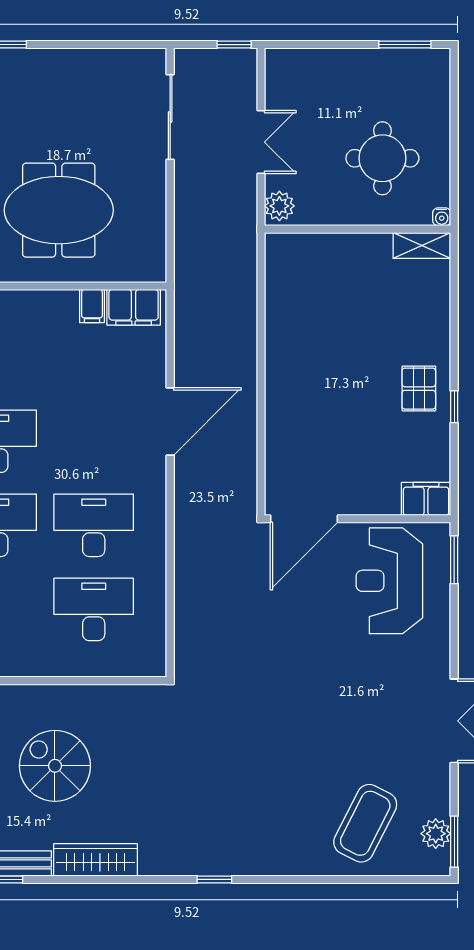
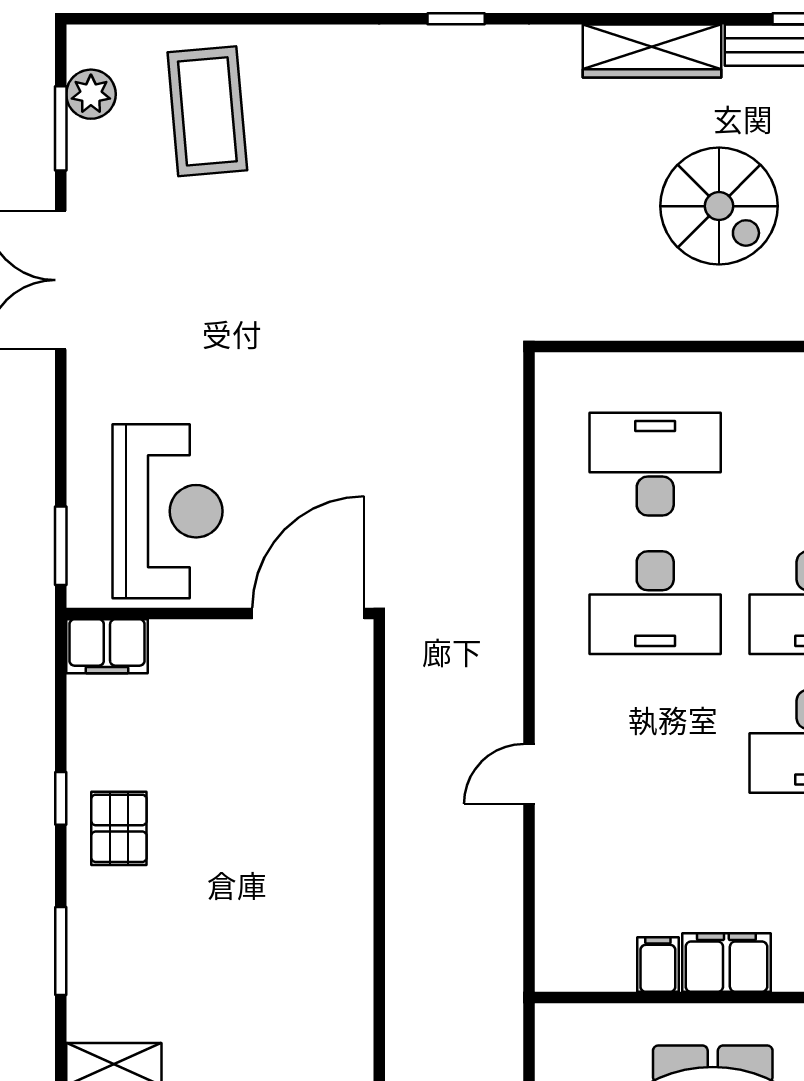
filing cabinet: (134, 307) -> (726, 963), moved
window: (454, 314) -> (61, 951), added
door: (170, 421) -> (529, 774), width x0.53
desk: (94, 609) -> (655, 464), turned 180
coffee table: (365, 823) -> (207, 111), turned -32
window: (454, 842) -> (61, 128), moved

